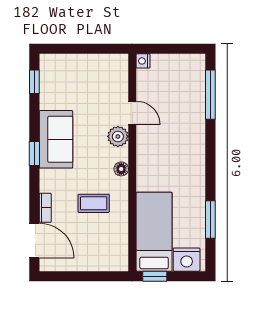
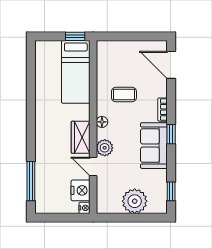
plant: (80, 69) -> (135, 201), added
wardrobe: (148, 150) -> (81, 137), added
bookcase: (45, 208) -> (163, 110), moved
window: (210, 219) -> (31, 82), removed
nightstand: (187, 260) -> (81, 190), moved, turned 90

